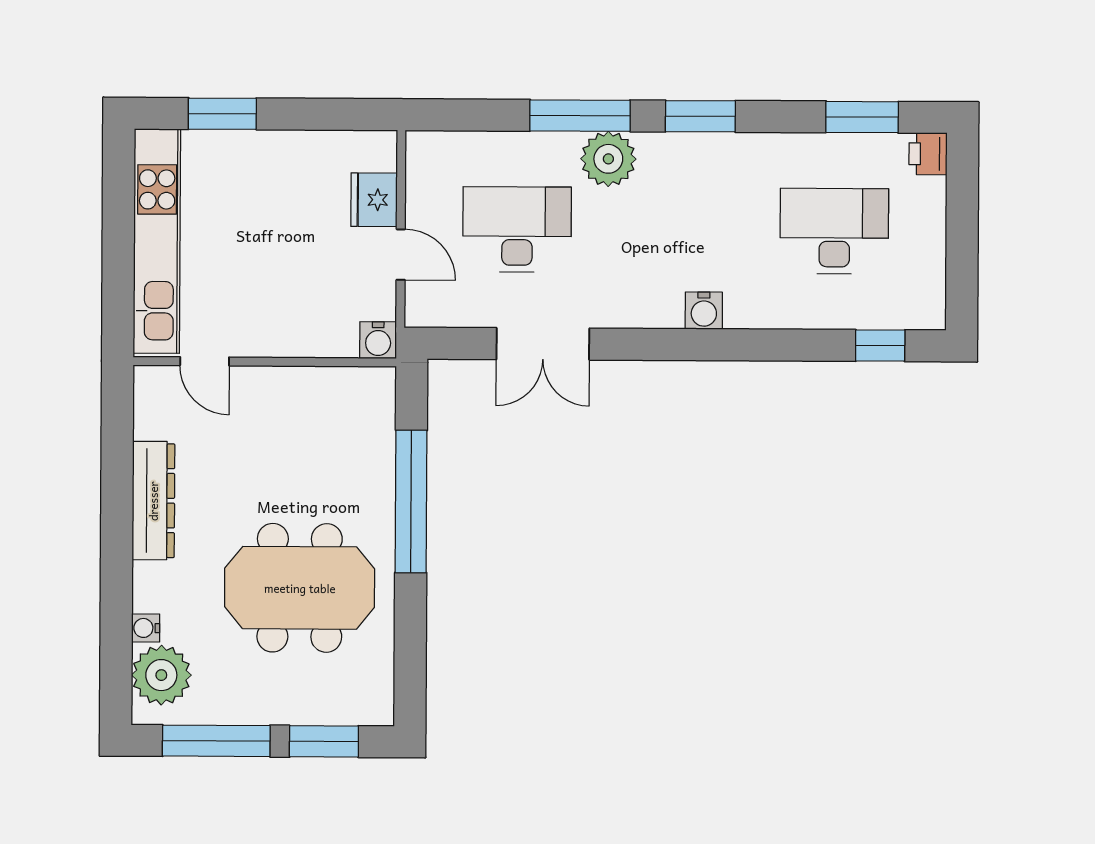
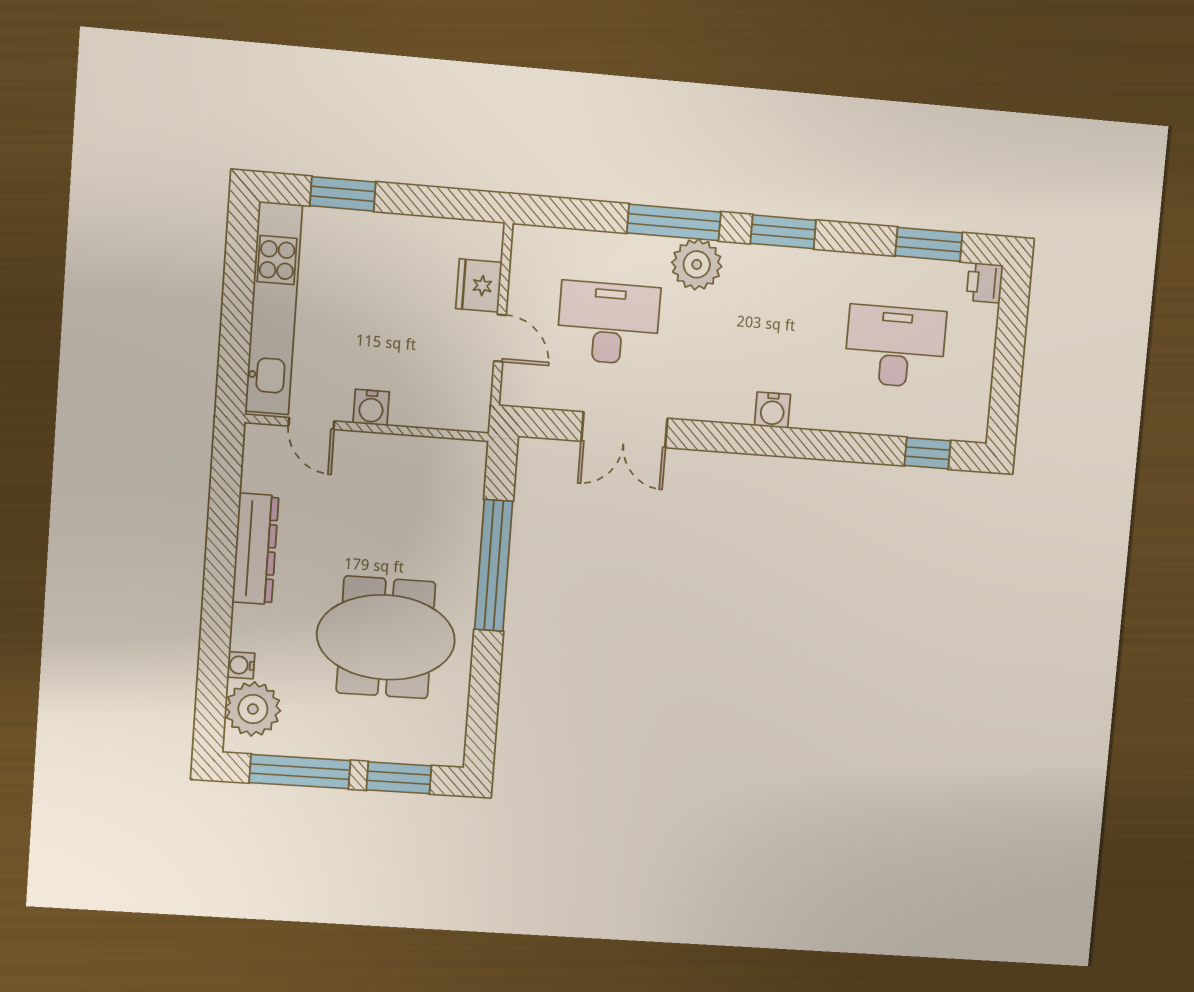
water cooler: (378, 340) -> (371, 408), moved

